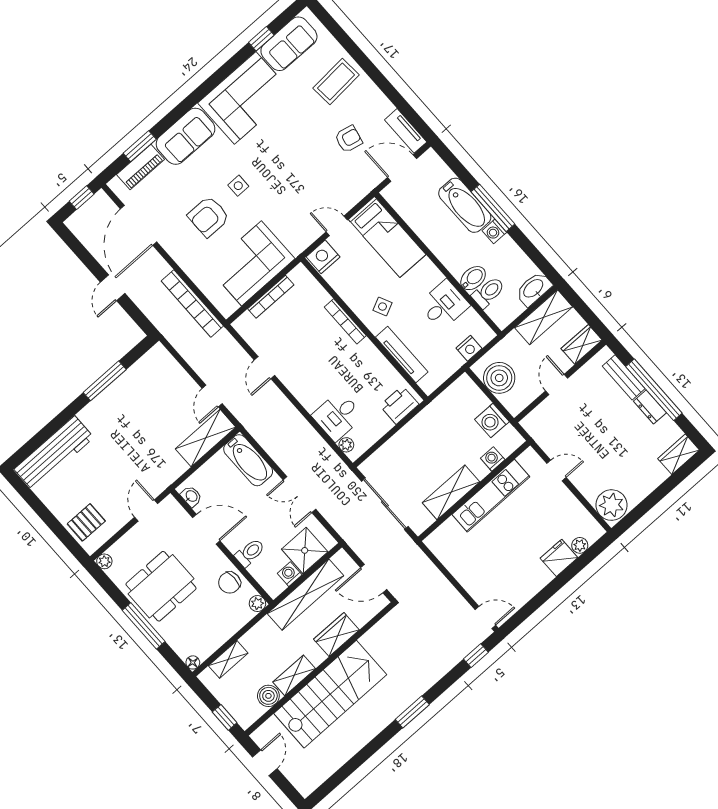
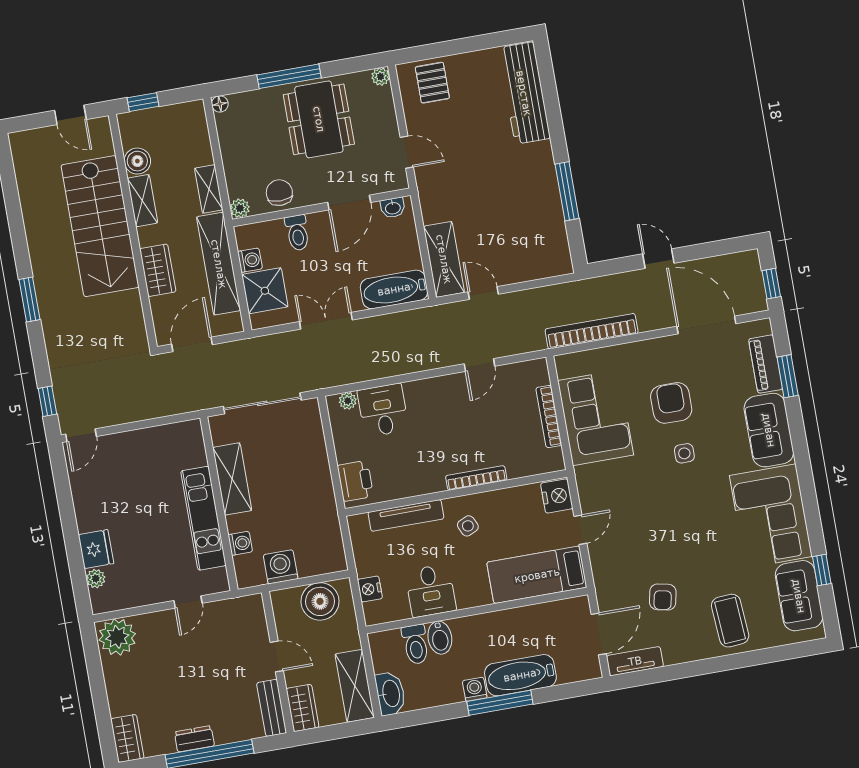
door: (264, 368) -> (479, 365), swing flipped
bench: (624, 377) -> (272, 708), moved, turned 90
shelving: (228, 659) -> (209, 189), moved

